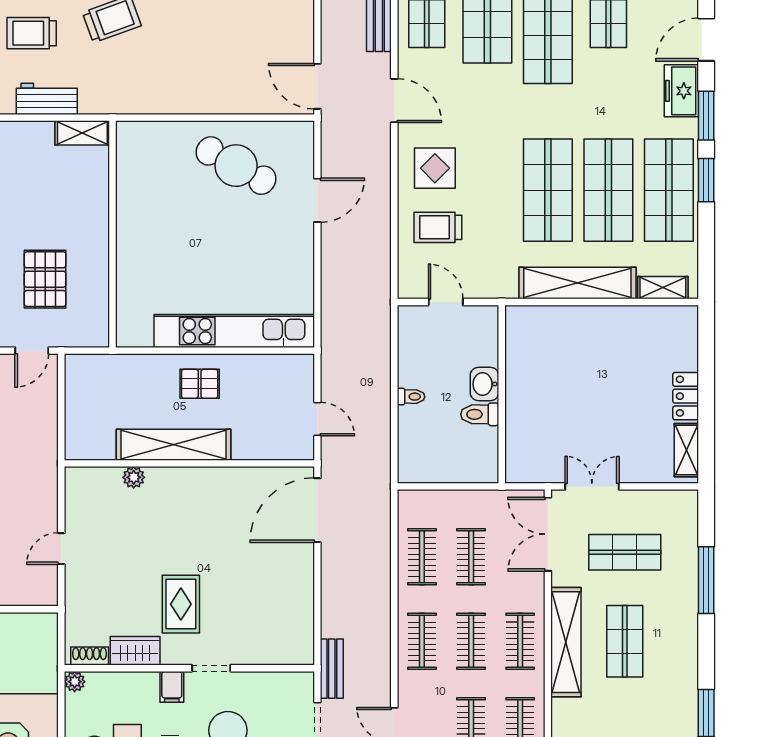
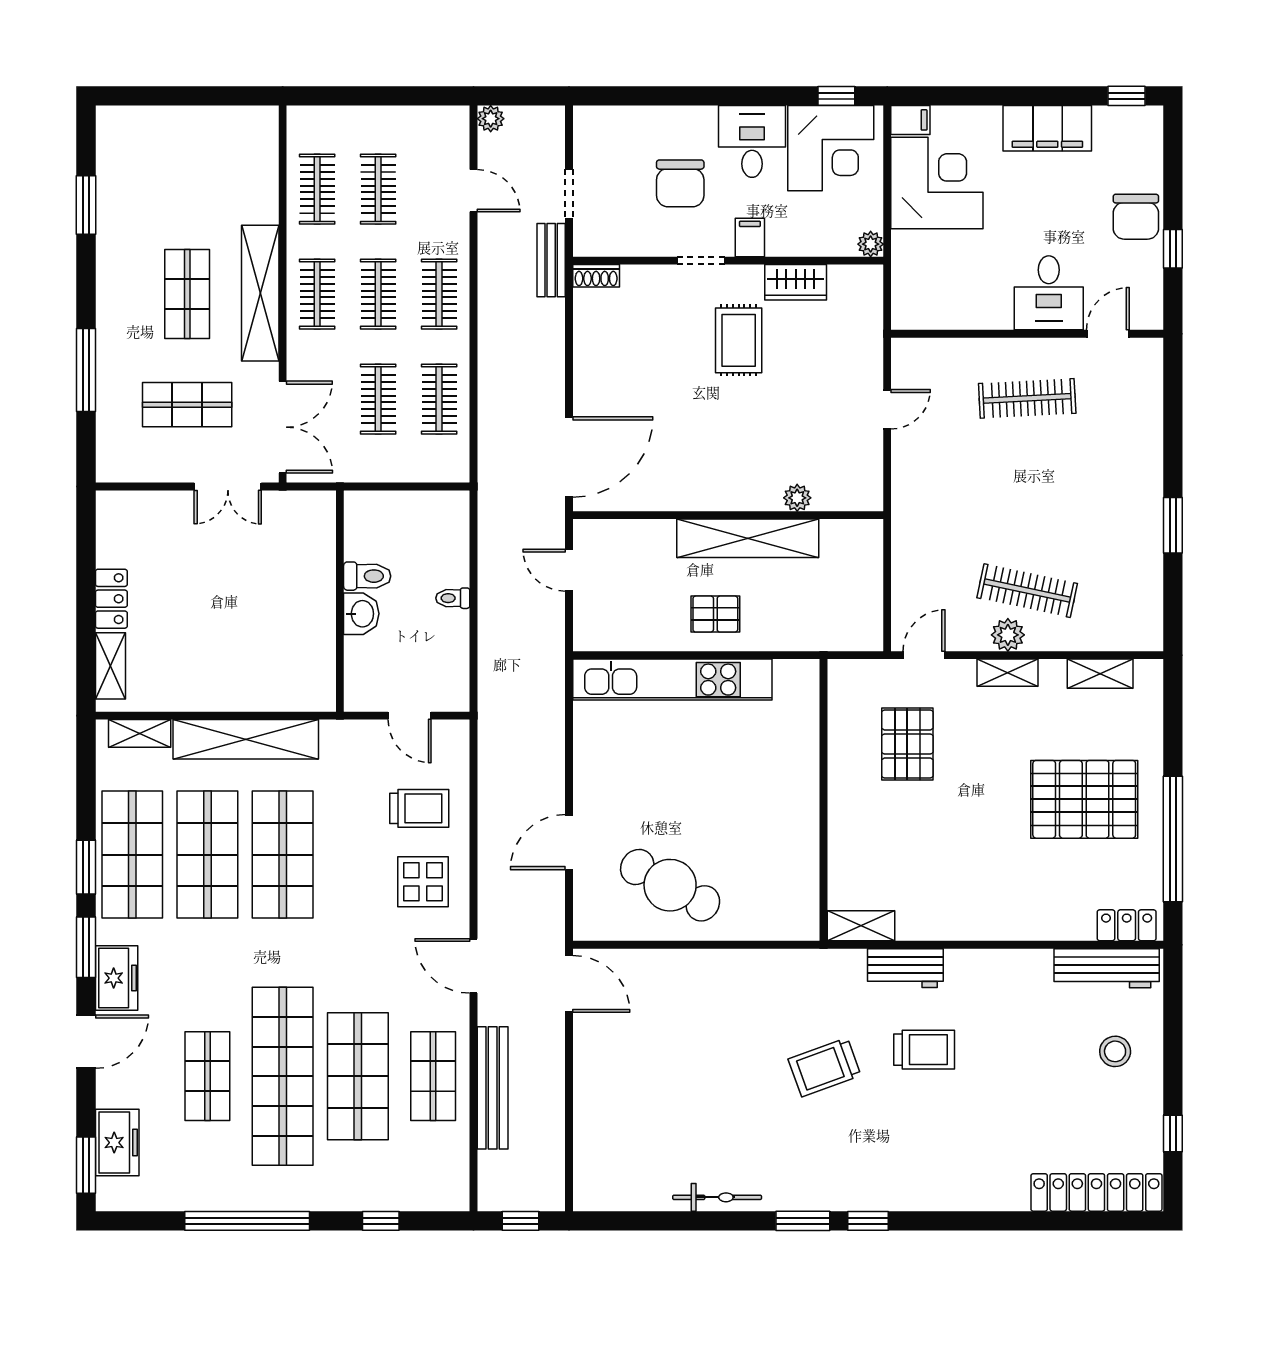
shelving: (686, 450) -> (111, 666), moved
shoe rack: (90, 656) -> (596, 276), moved

